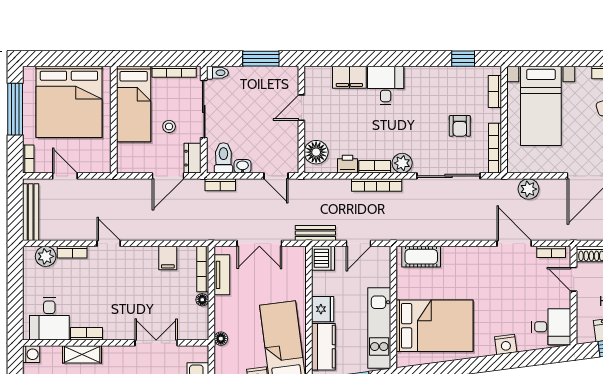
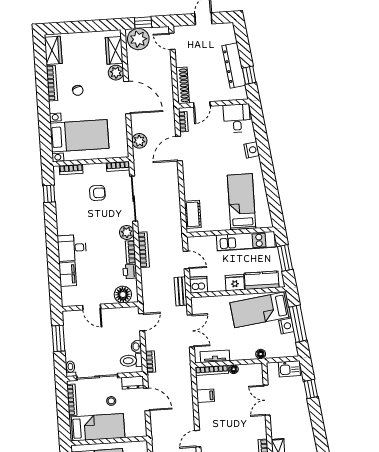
bookcase: (495, 148) -> (118, 166), width x0.64
bed: (435, 326) -> (242, 202), width x0.67

